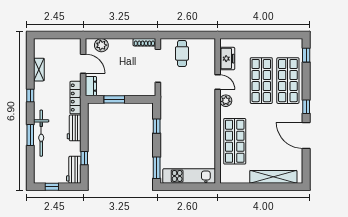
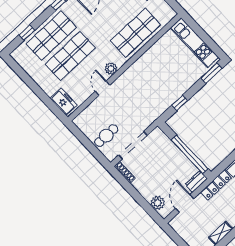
window: (306, 55) -> (27, 33), moved
freezer: (227, 59) -> (64, 102), moved, turned 90
window: (114, 99) -> (190, 154), width x2.11

